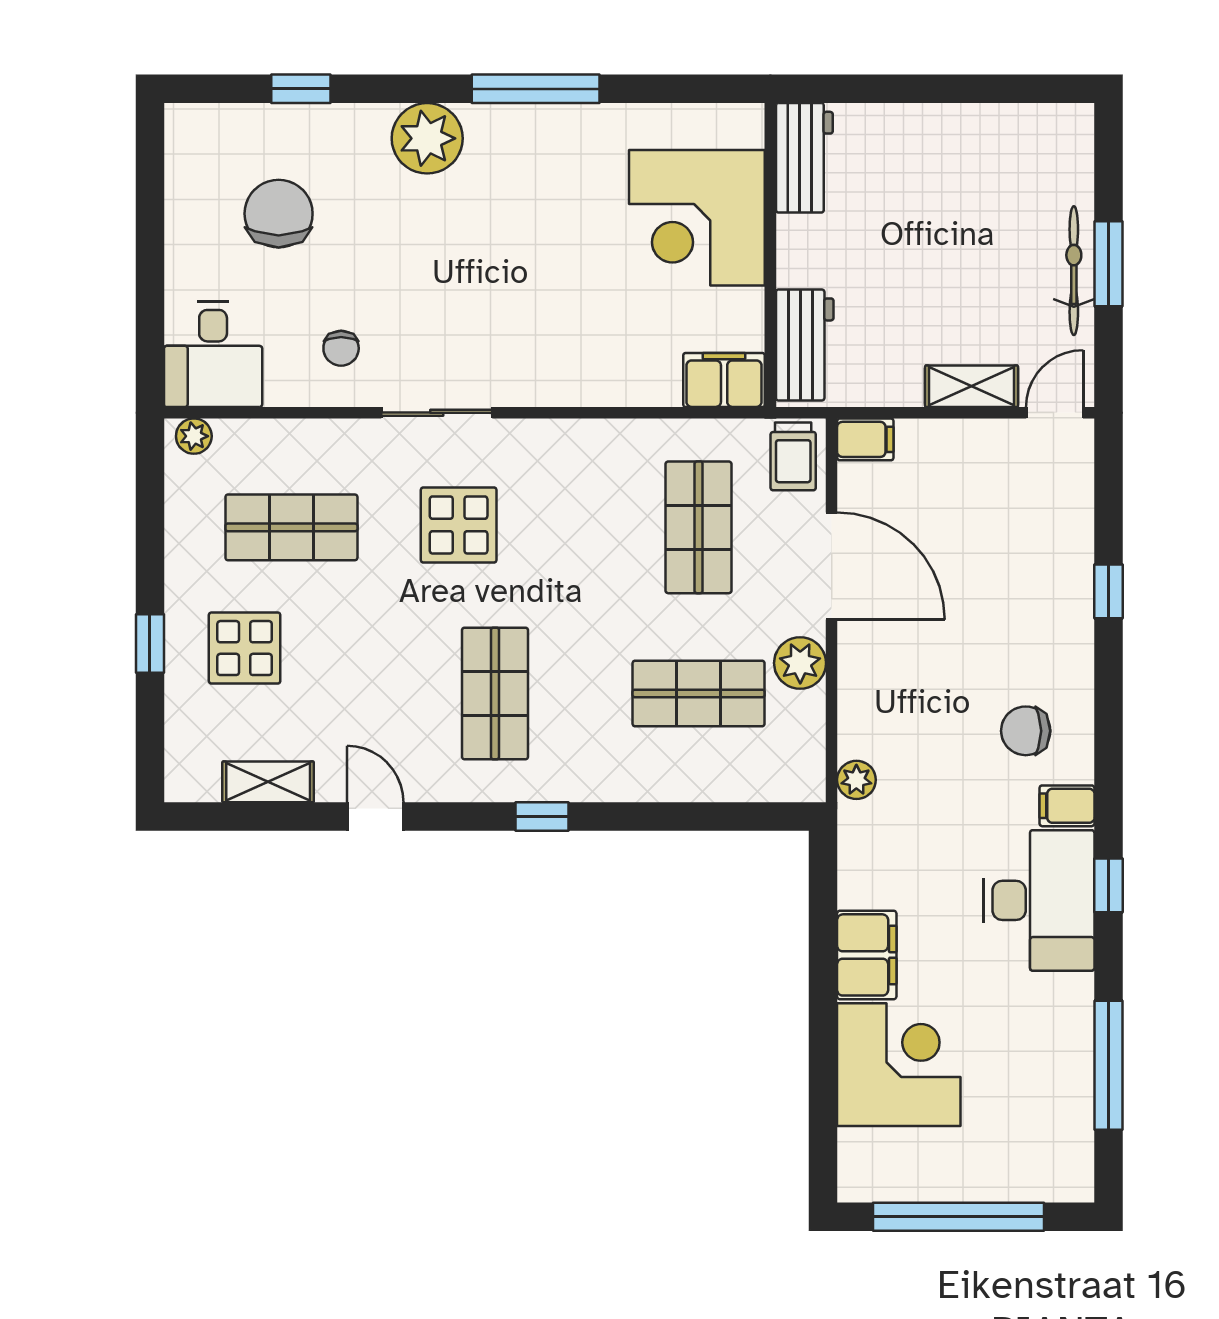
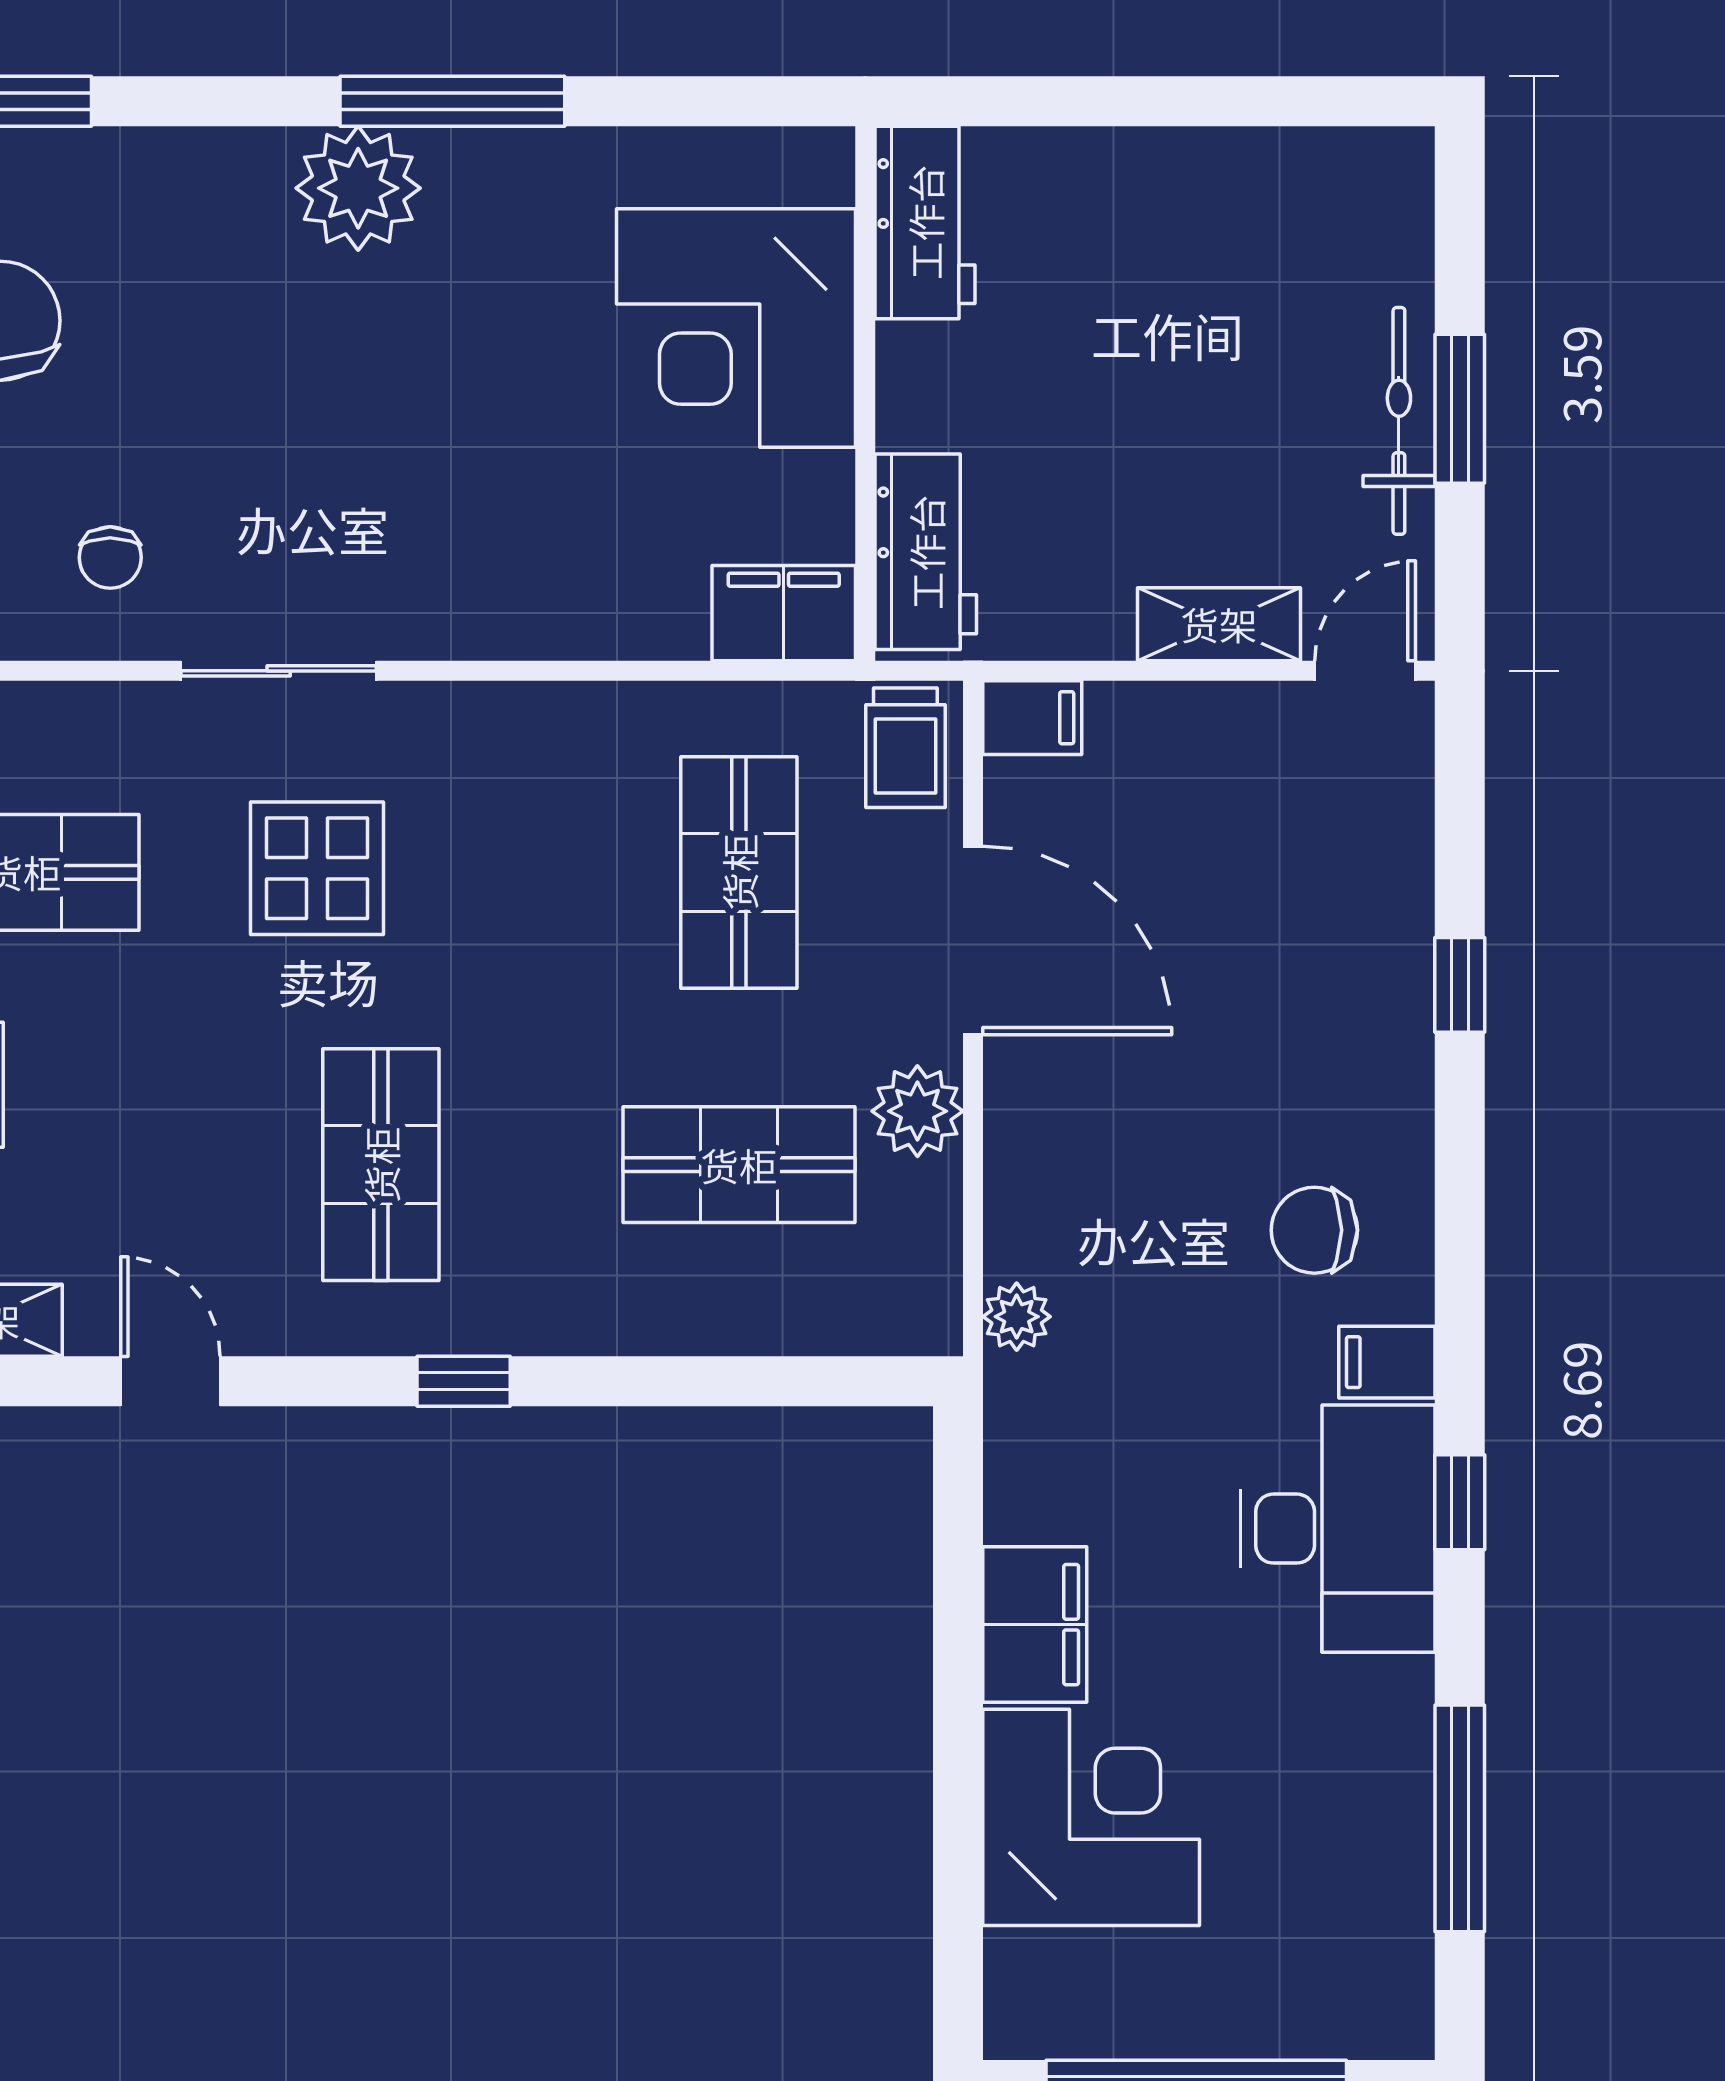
plant: (427, 138) -> (358, 188), moved

